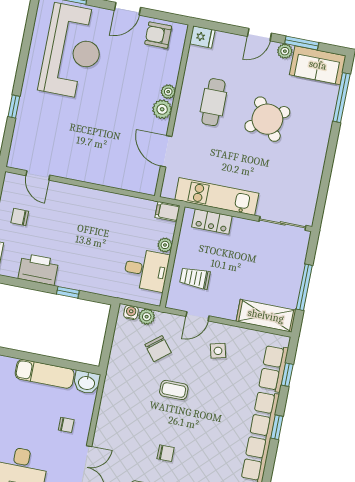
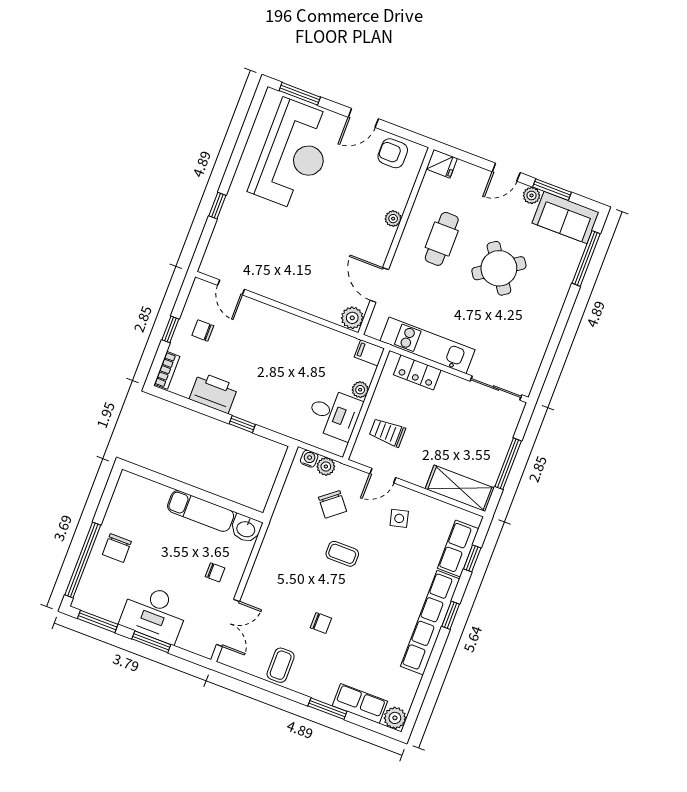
plant: (162, 109) -> (352, 318), moved

